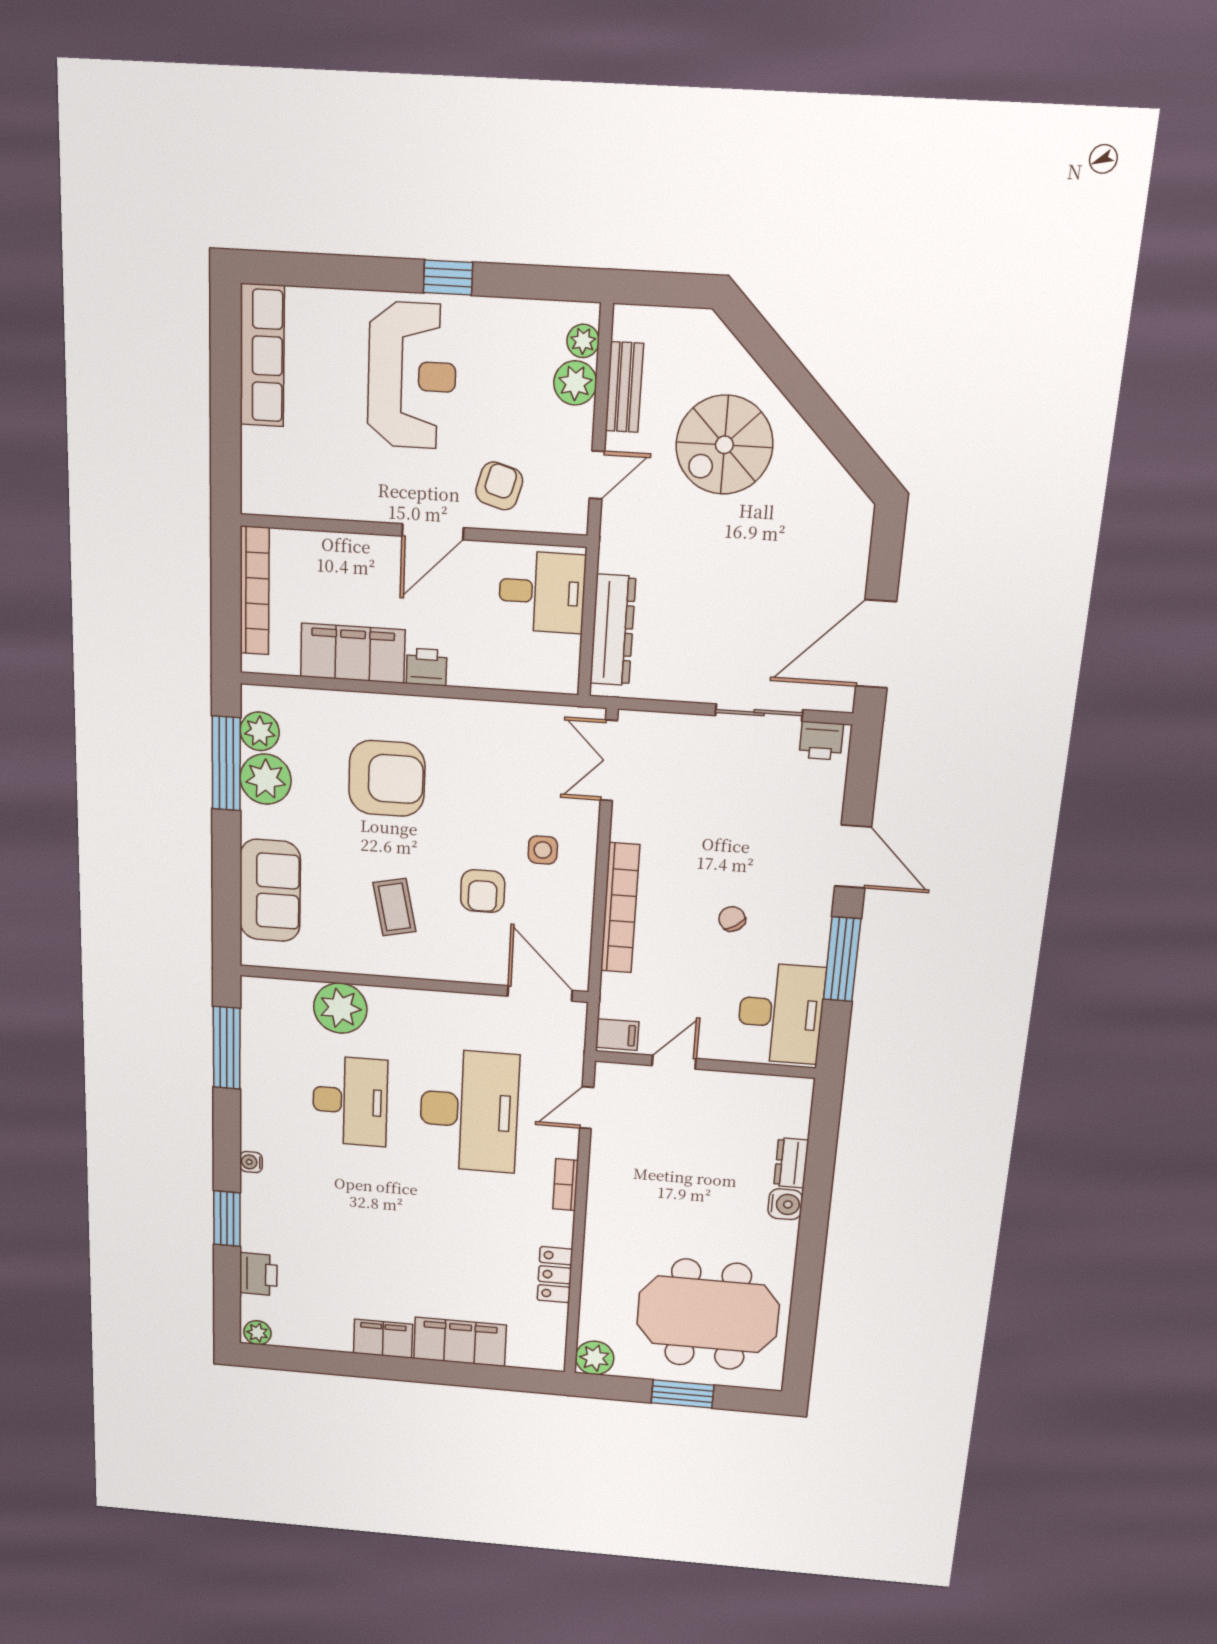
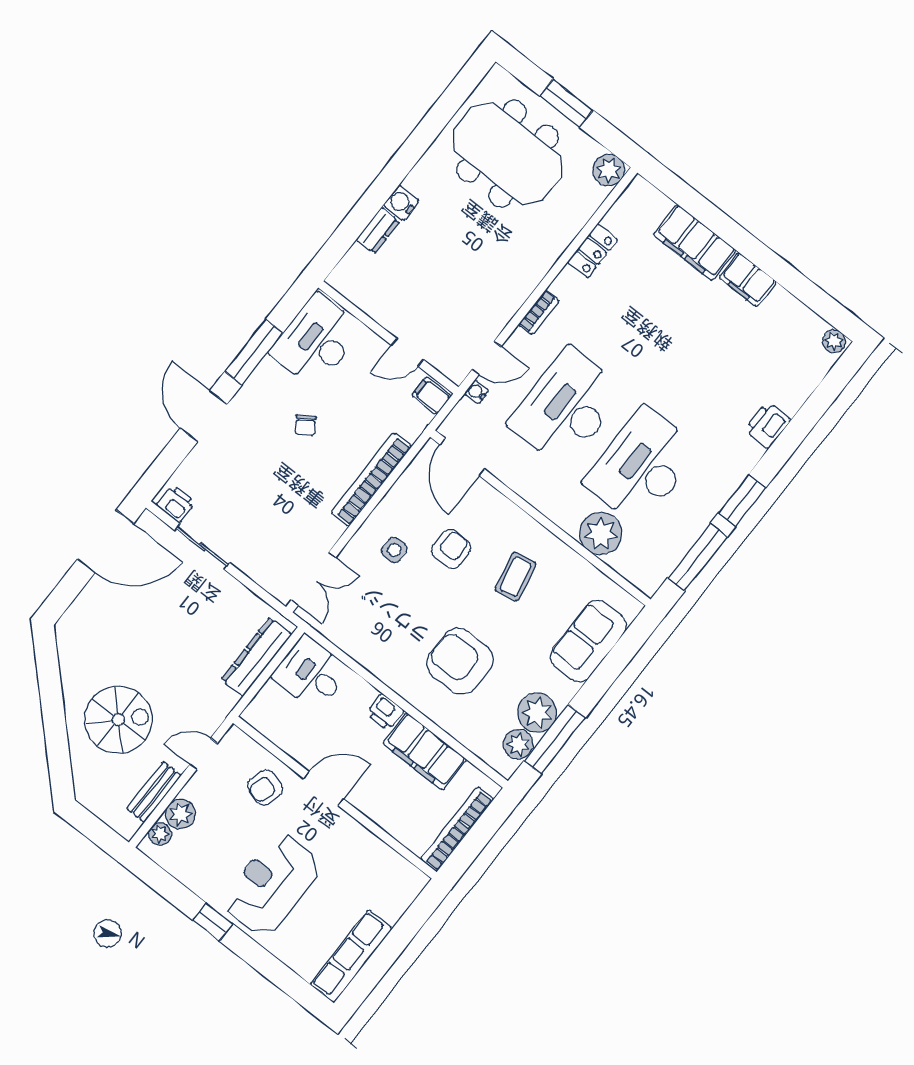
desk: (542, 592) -> (311, 673), moved
desk: (350, 1101) -> (642, 466), width x1.36, depth x1.30
water cooler: (251, 1162) -> (477, 392), moved, turned 180
window: (227, 1219) -> (742, 500), moved
printer: (258, 1274) -> (768, 425), moved

